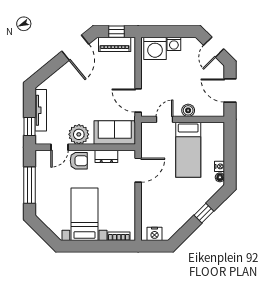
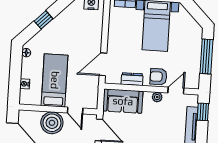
boiler: (188, 110) -> (52, 123), width x1.86, depth x1.86
door: (165, 119) -> (75, 111), hinge flipped
plant: (79, 134) -> (157, 97), width x0.53, depth x0.53
nightstand: (219, 166) -> (25, 84), moved

